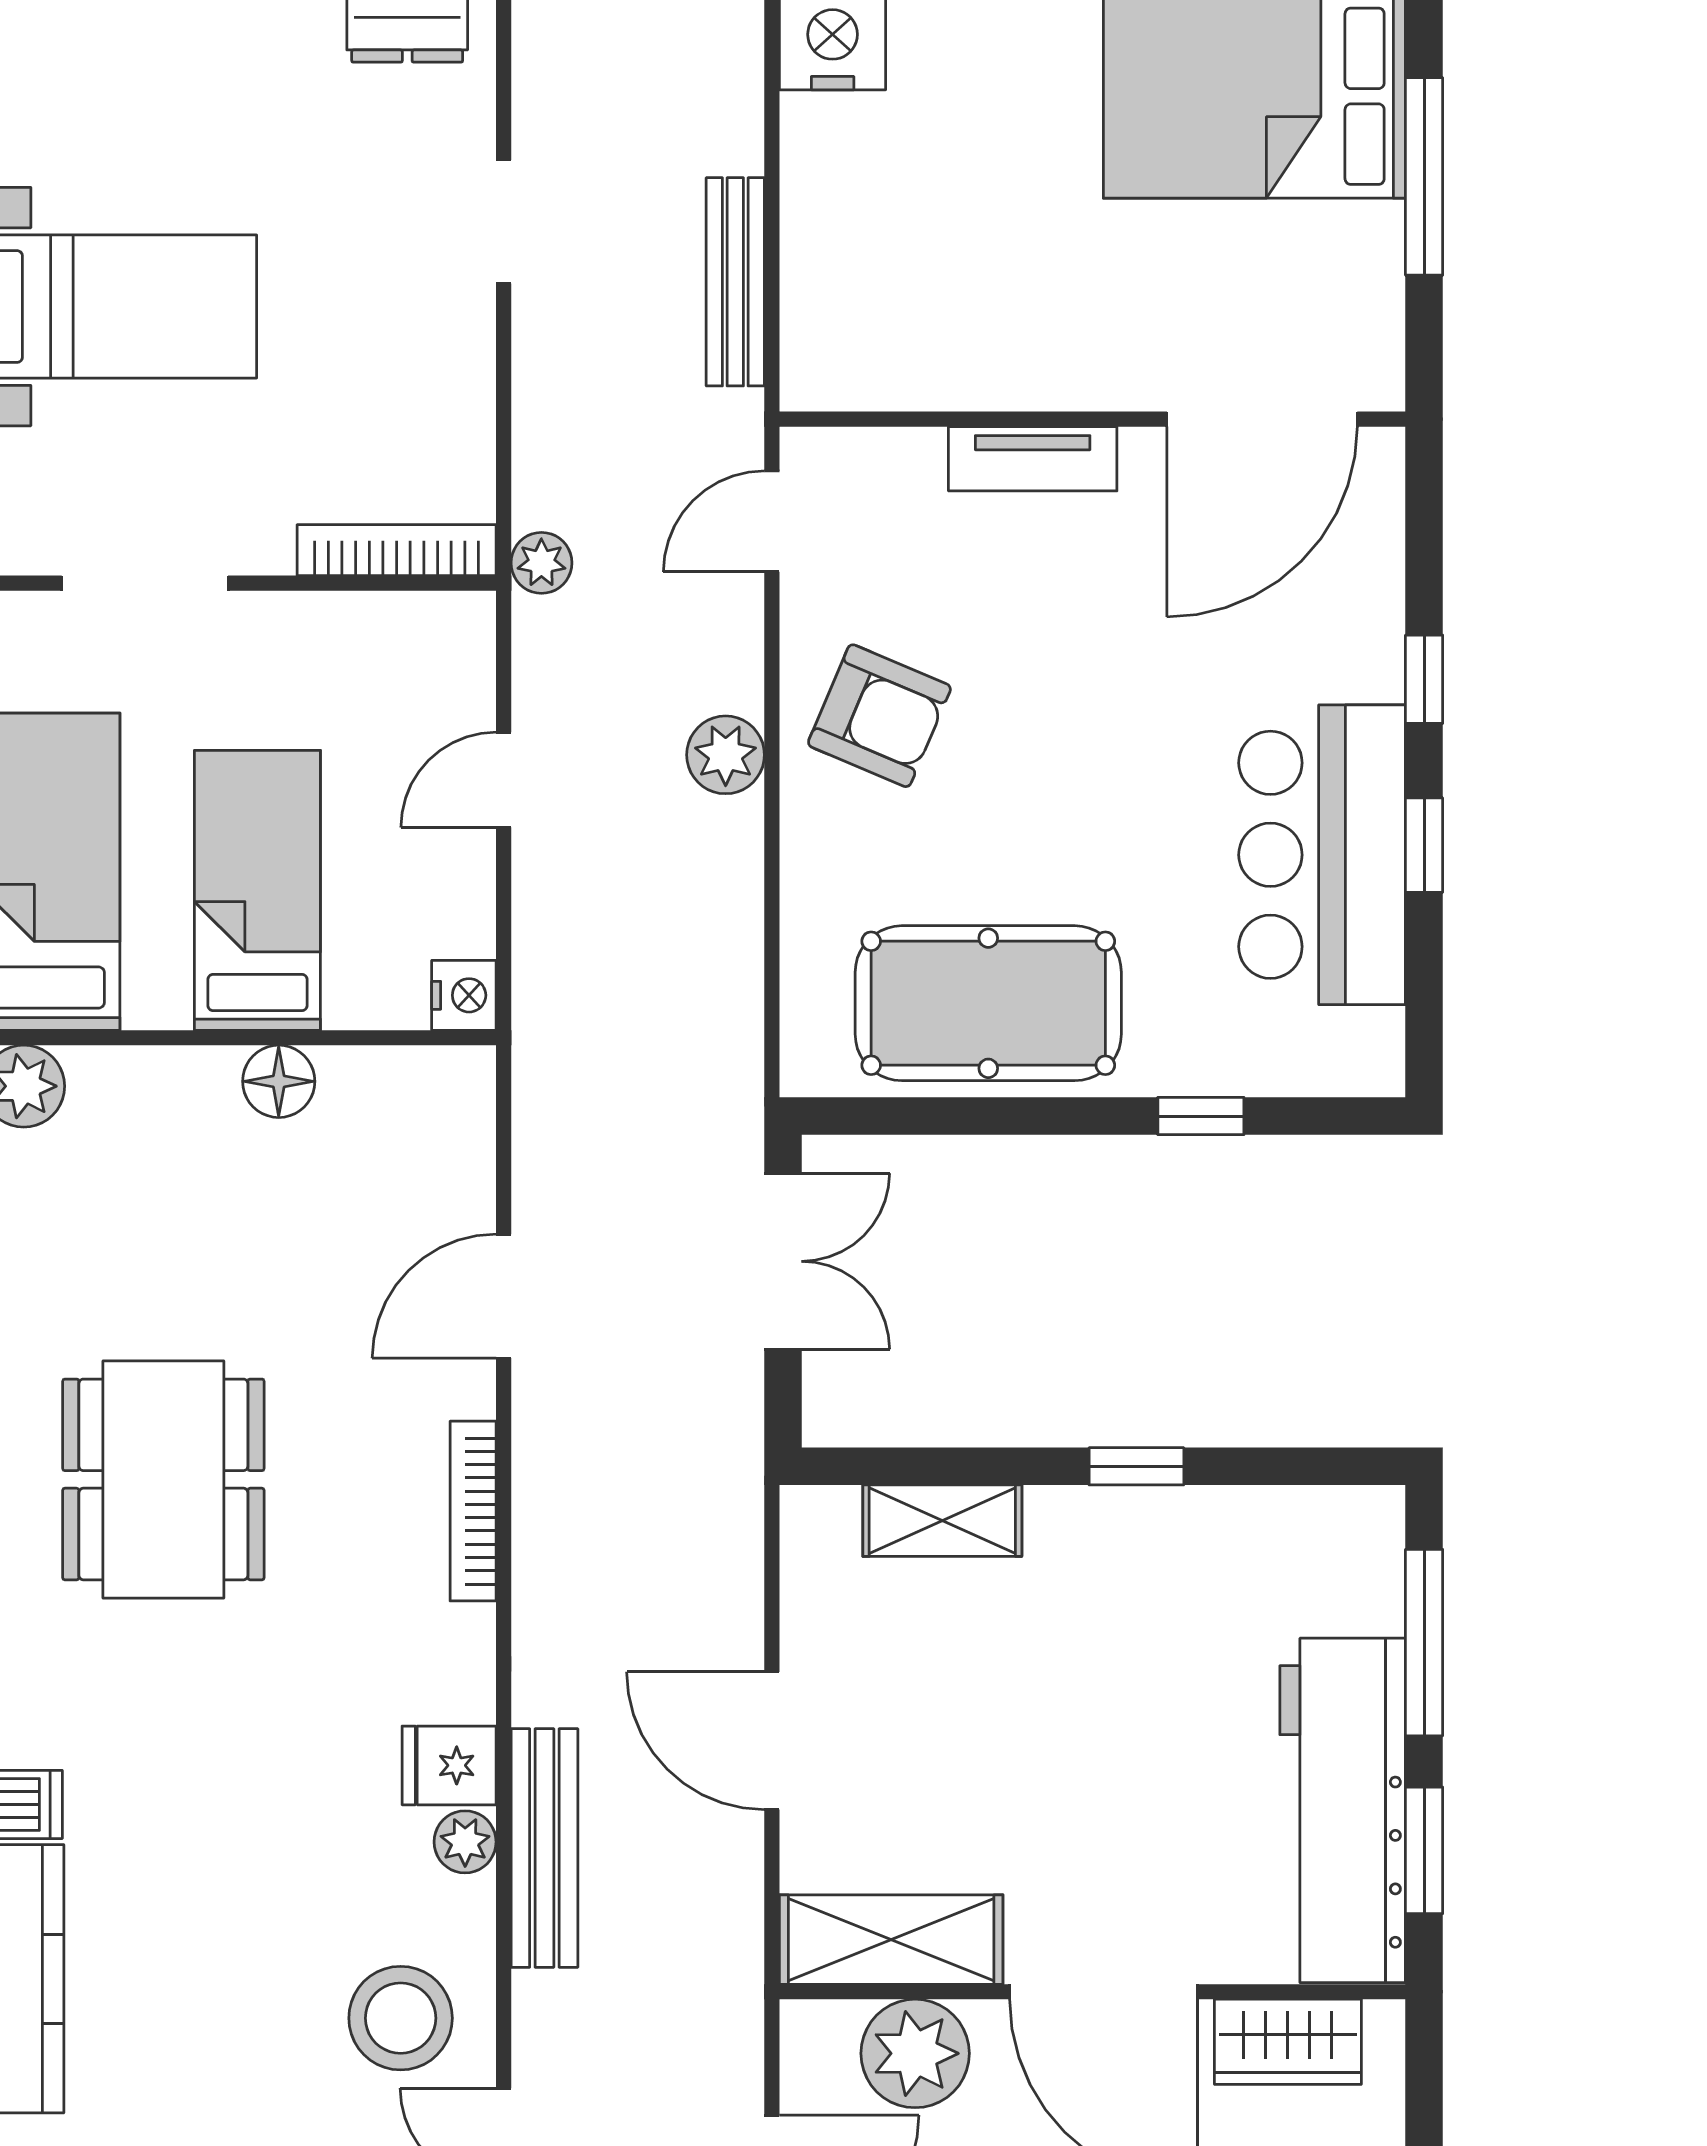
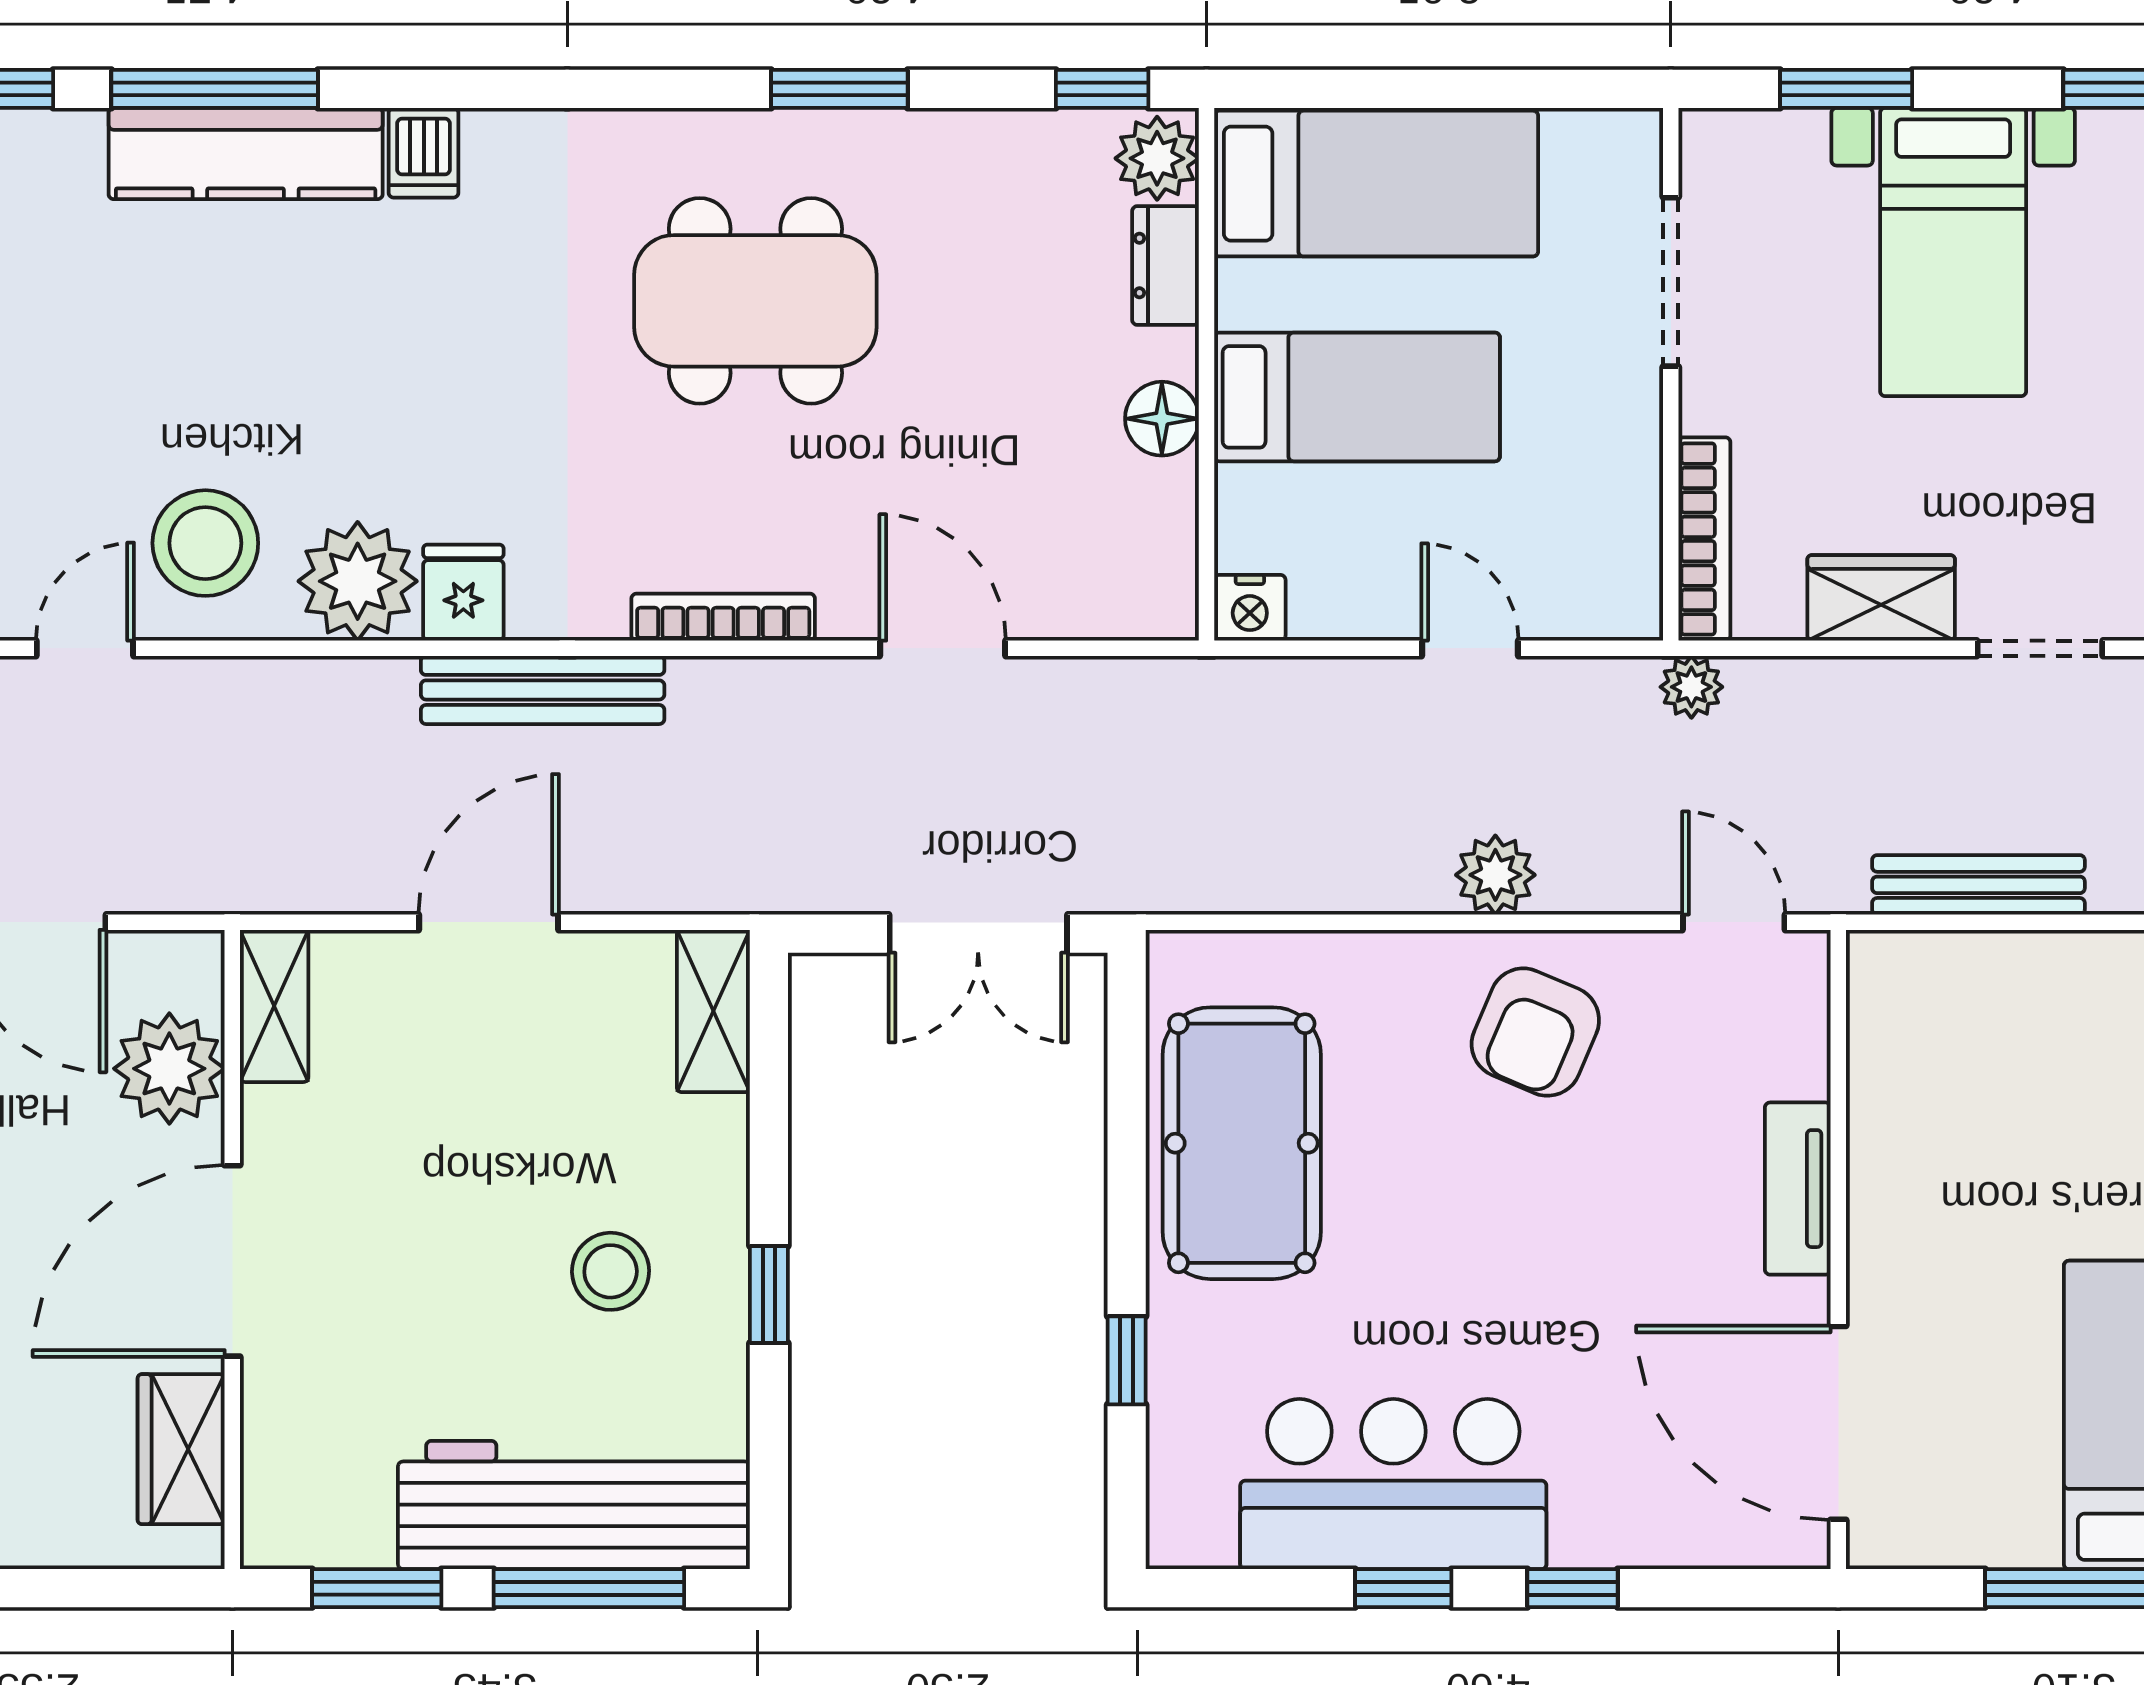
wardrobe: (454, 377) -> (1881, 598), added
dresser: (129, 1078) -> (1166, 266), added
shelving: (942, 1521) -> (713, 1011), moved
stool: (1114, 1621) -> (611, 1271), added
workbench: (1343, 1810) -> (574, 1505), moved
plant: (465, 1842) -> (358, 581), width x1.87, depth x1.87
bench: (544, 1848) -> (543, 690), moved
shelving: (891, 1940) -> (274, 1006), width x0.67, depth x0.75

